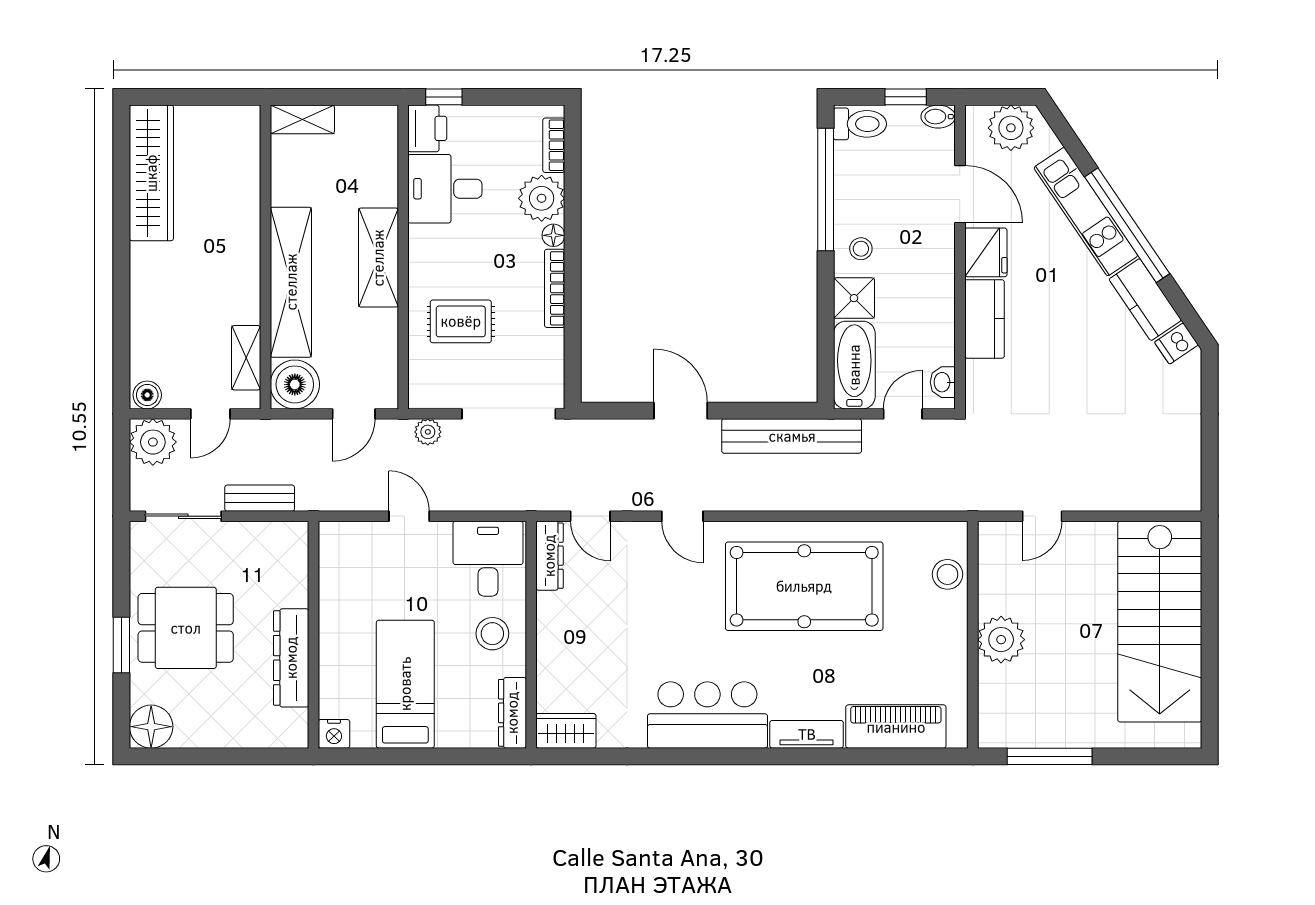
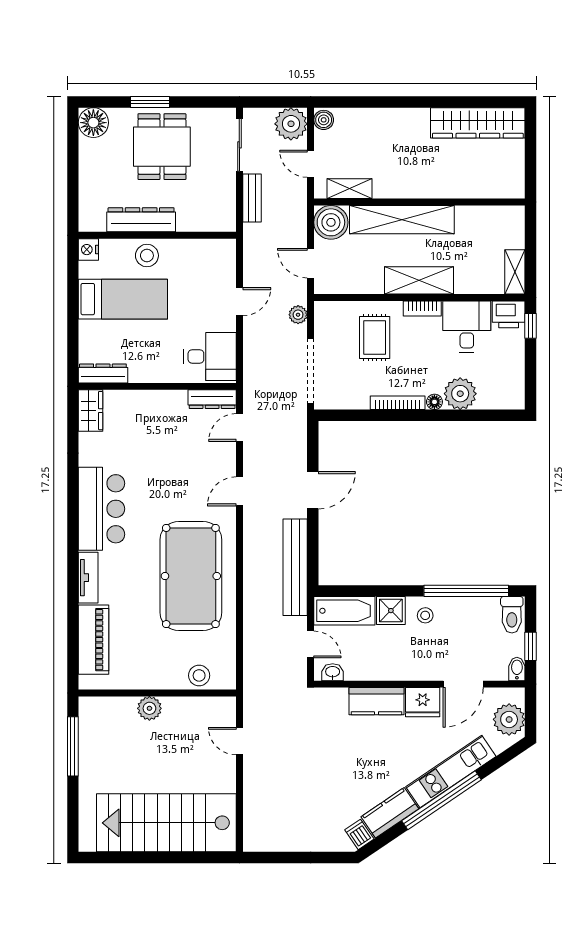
shelving: (302, 119) -> (515, 272), moved
bookcase: (554, 145) -> (422, 308), moved, turned 180
stool: (492, 634) -> (147, 256), moved
plant: (1001, 640) -> (149, 708), width x0.73, depth x0.73

